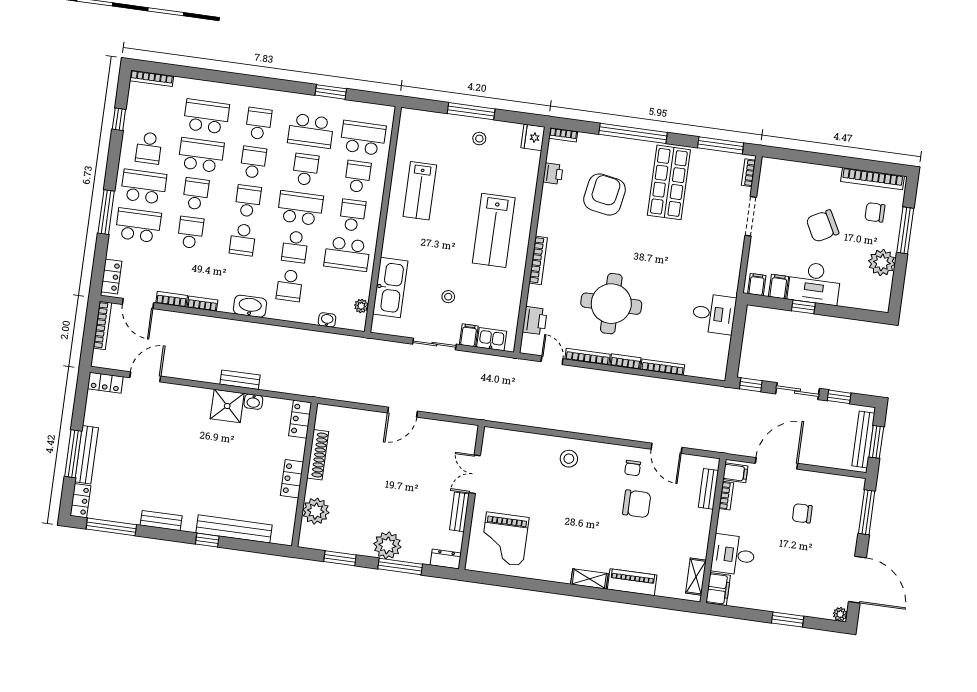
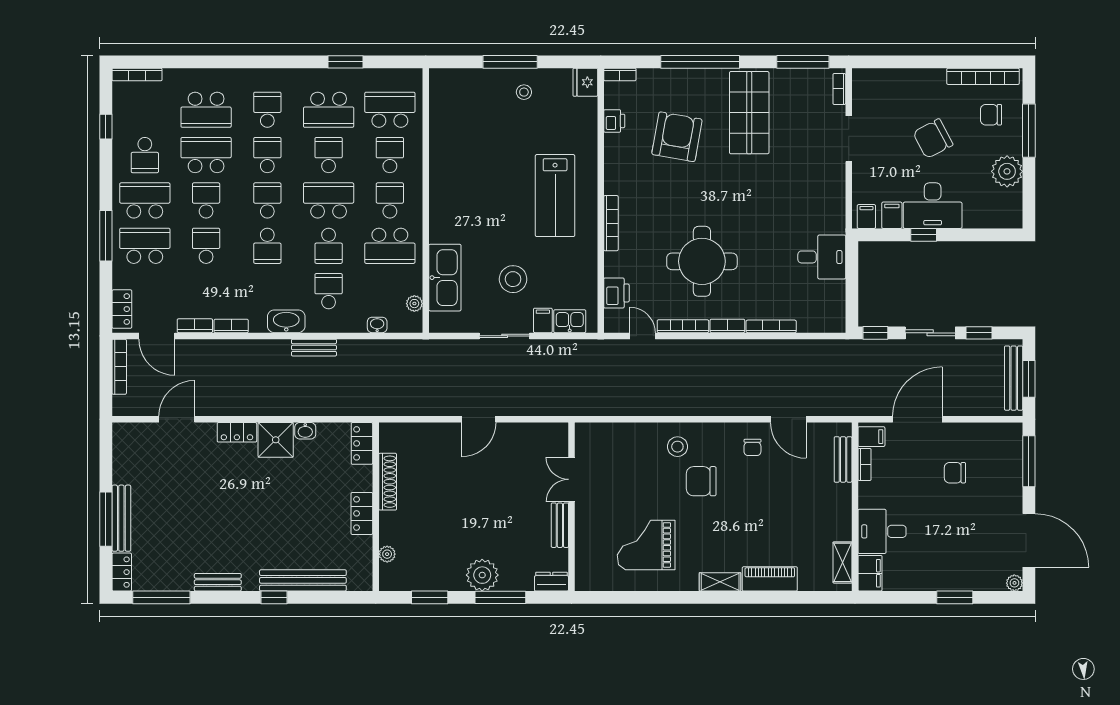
school desk: (206, 116) -> (206, 110), turned 180
lab bench: (420, 191) -> (464, 162), removed
school desk: (290, 285) -> (329, 291), turned 180
stool: (448, 297) -> (513, 279), width x1.89, depth x1.89
bench: (240, 380) -> (314, 348), moved
locker: (105, 383) -> (237, 432), moved
chair: (637, 504) -> (701, 481), moved, turned 180
plant: (316, 511) -> (387, 554), width x0.53, depth x0.53
grand piano: (505, 539) -> (646, 545), moved, turned 90

